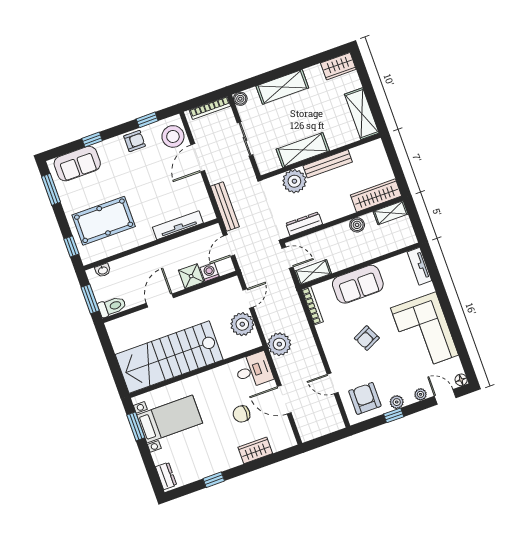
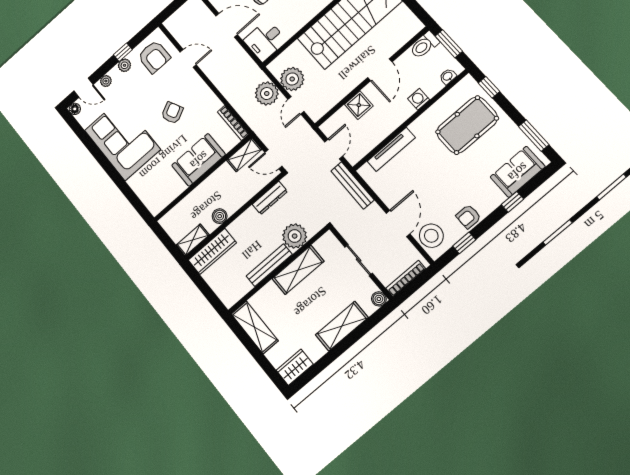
tv unit: (419, 266) -> (148, 199), removed
washing machine: (210, 272) -> (419, 99), moved, turned 180
plant: (279, 344) -> (267, 94), moved

